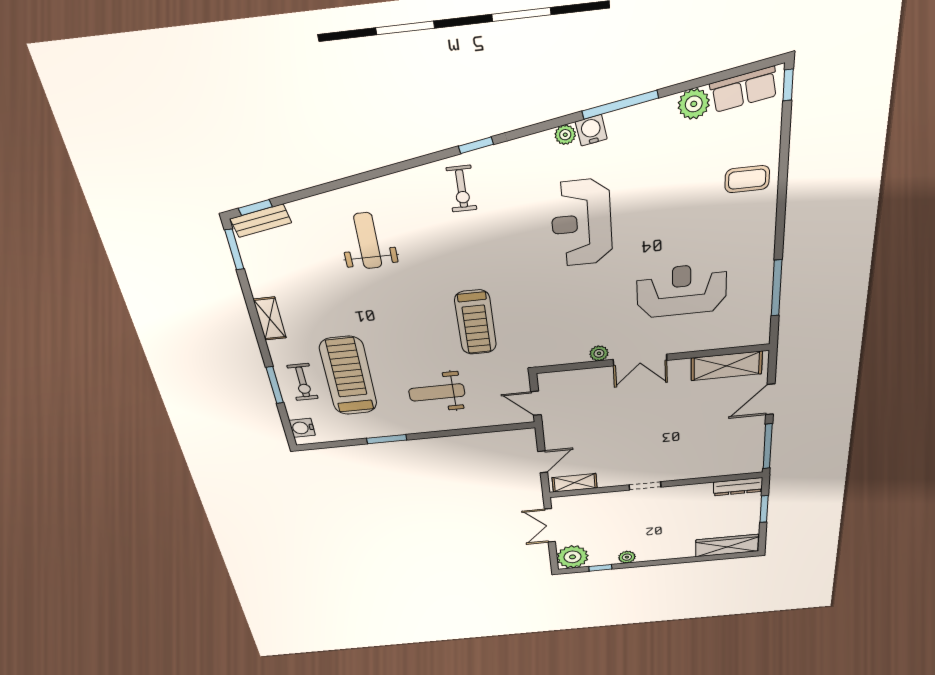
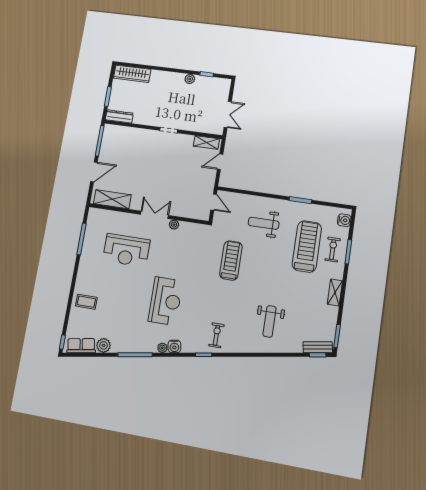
water cooler: (591, 130) -> (174, 346), moved
treadmill: (348, 376) -> (307, 247), turned 180
weight bench: (437, 392) -> (264, 223), turned 180
plant: (573, 557) -> (221, 87), removed

